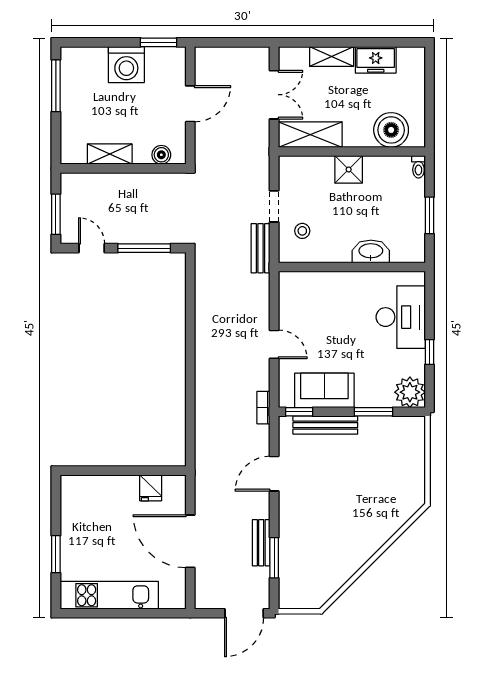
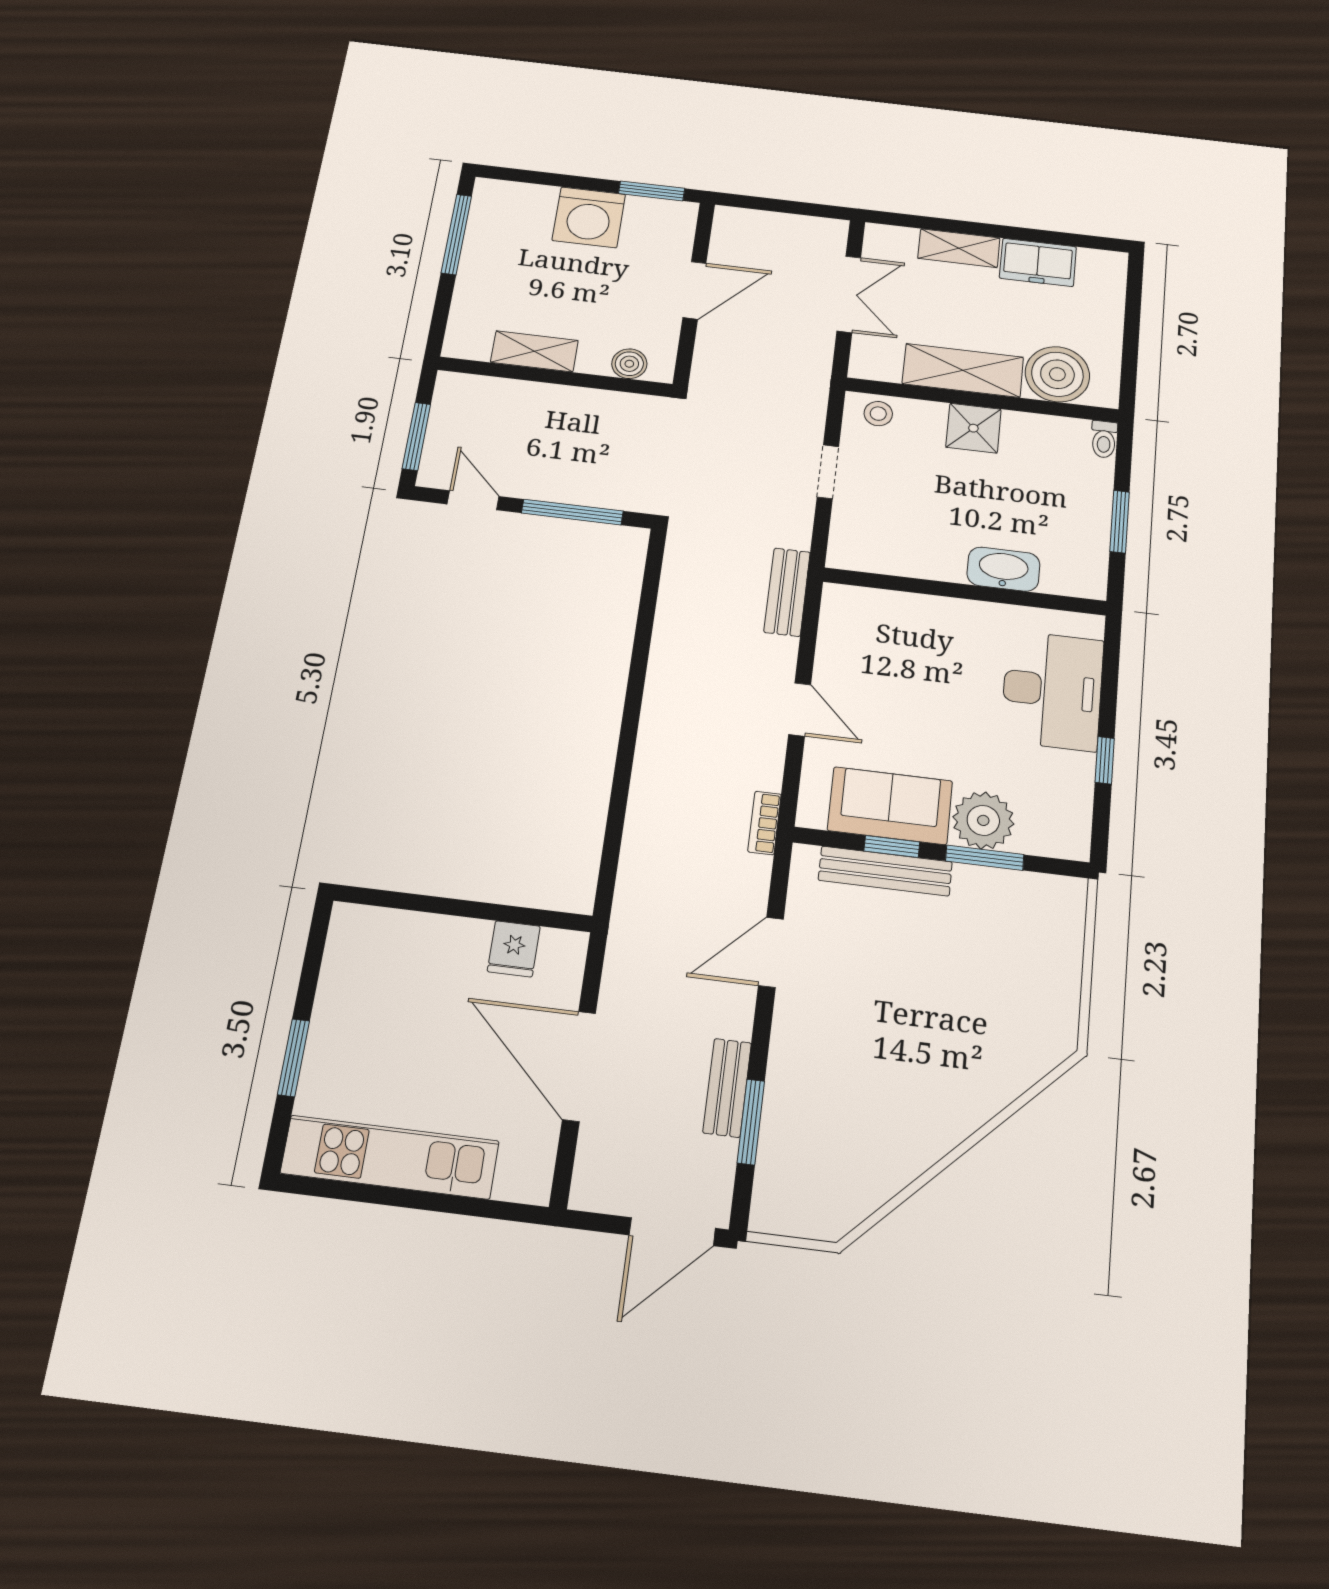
shelving: (310, 135) -> (963, 370), moved
stool: (302, 231) -> (878, 414), moved
bench: (261, 248) -> (787, 592), moved
plant: (410, 392) -> (983, 820), moved
window: (299, 412) -> (892, 846), moved

